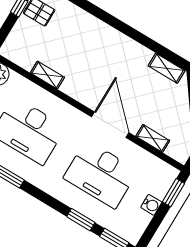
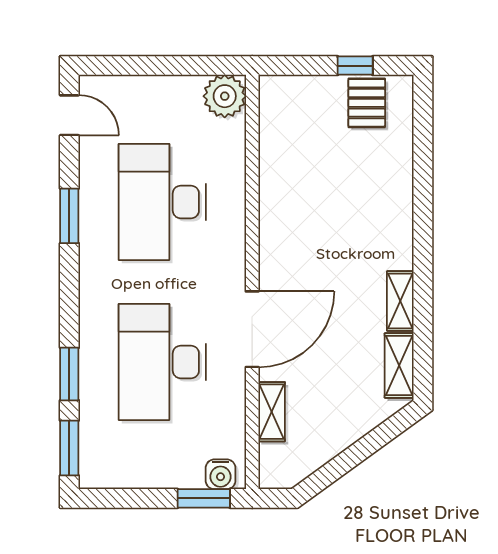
shelving: (47, 75) -> (400, 301), moved
water cooler: (151, 205) -> (221, 474), moved

